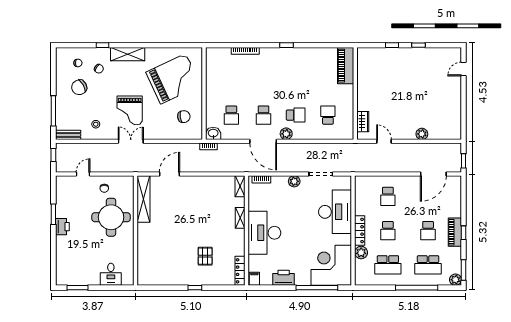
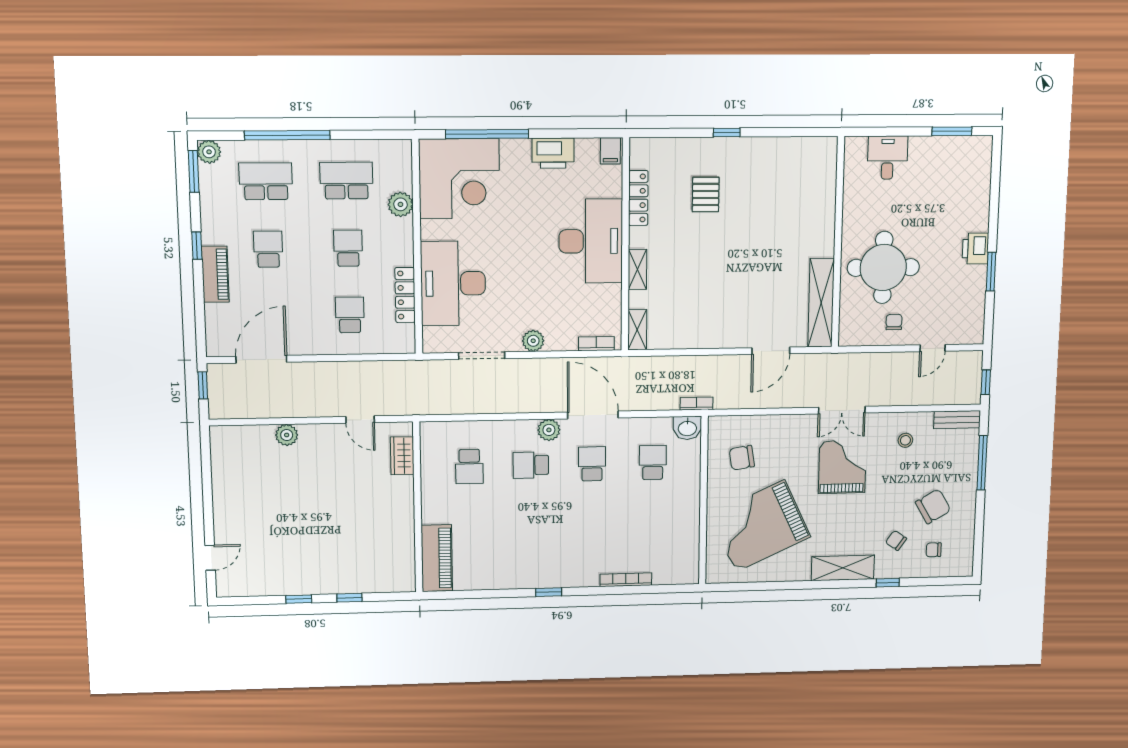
locker: (360, 230) -> (405, 295), moved
piano: (455, 232) -> (215, 274), moved
locker: (240, 271) -> (638, 198), moved

